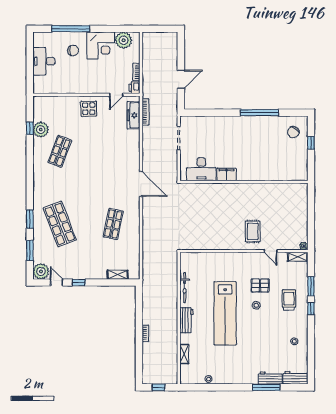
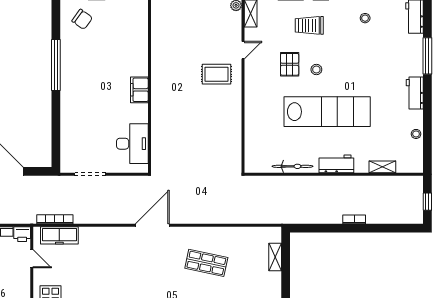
filing cabinet: (227, 174) -> (139, 90), moved
workbench: (270, 378) -> (415, 93), moved

